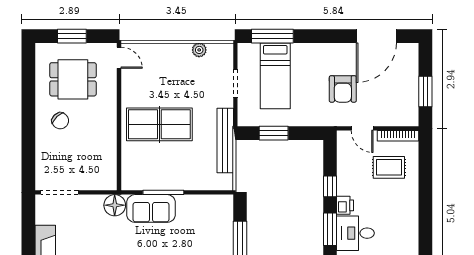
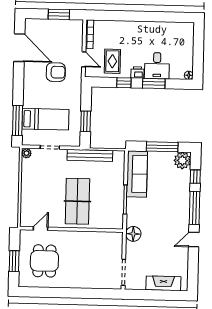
plant: (199, 50) -> (26, 153), moved
door: (119, 58) -> (41, 229), moved
chair: (60, 121) -> (73, 271), removed
door: (362, 128) -> (84, 59), hinge flipped
rug: (389, 167) -> (112, 61), moved
sofa: (151, 208) -> (137, 174), moved, width x1.36

